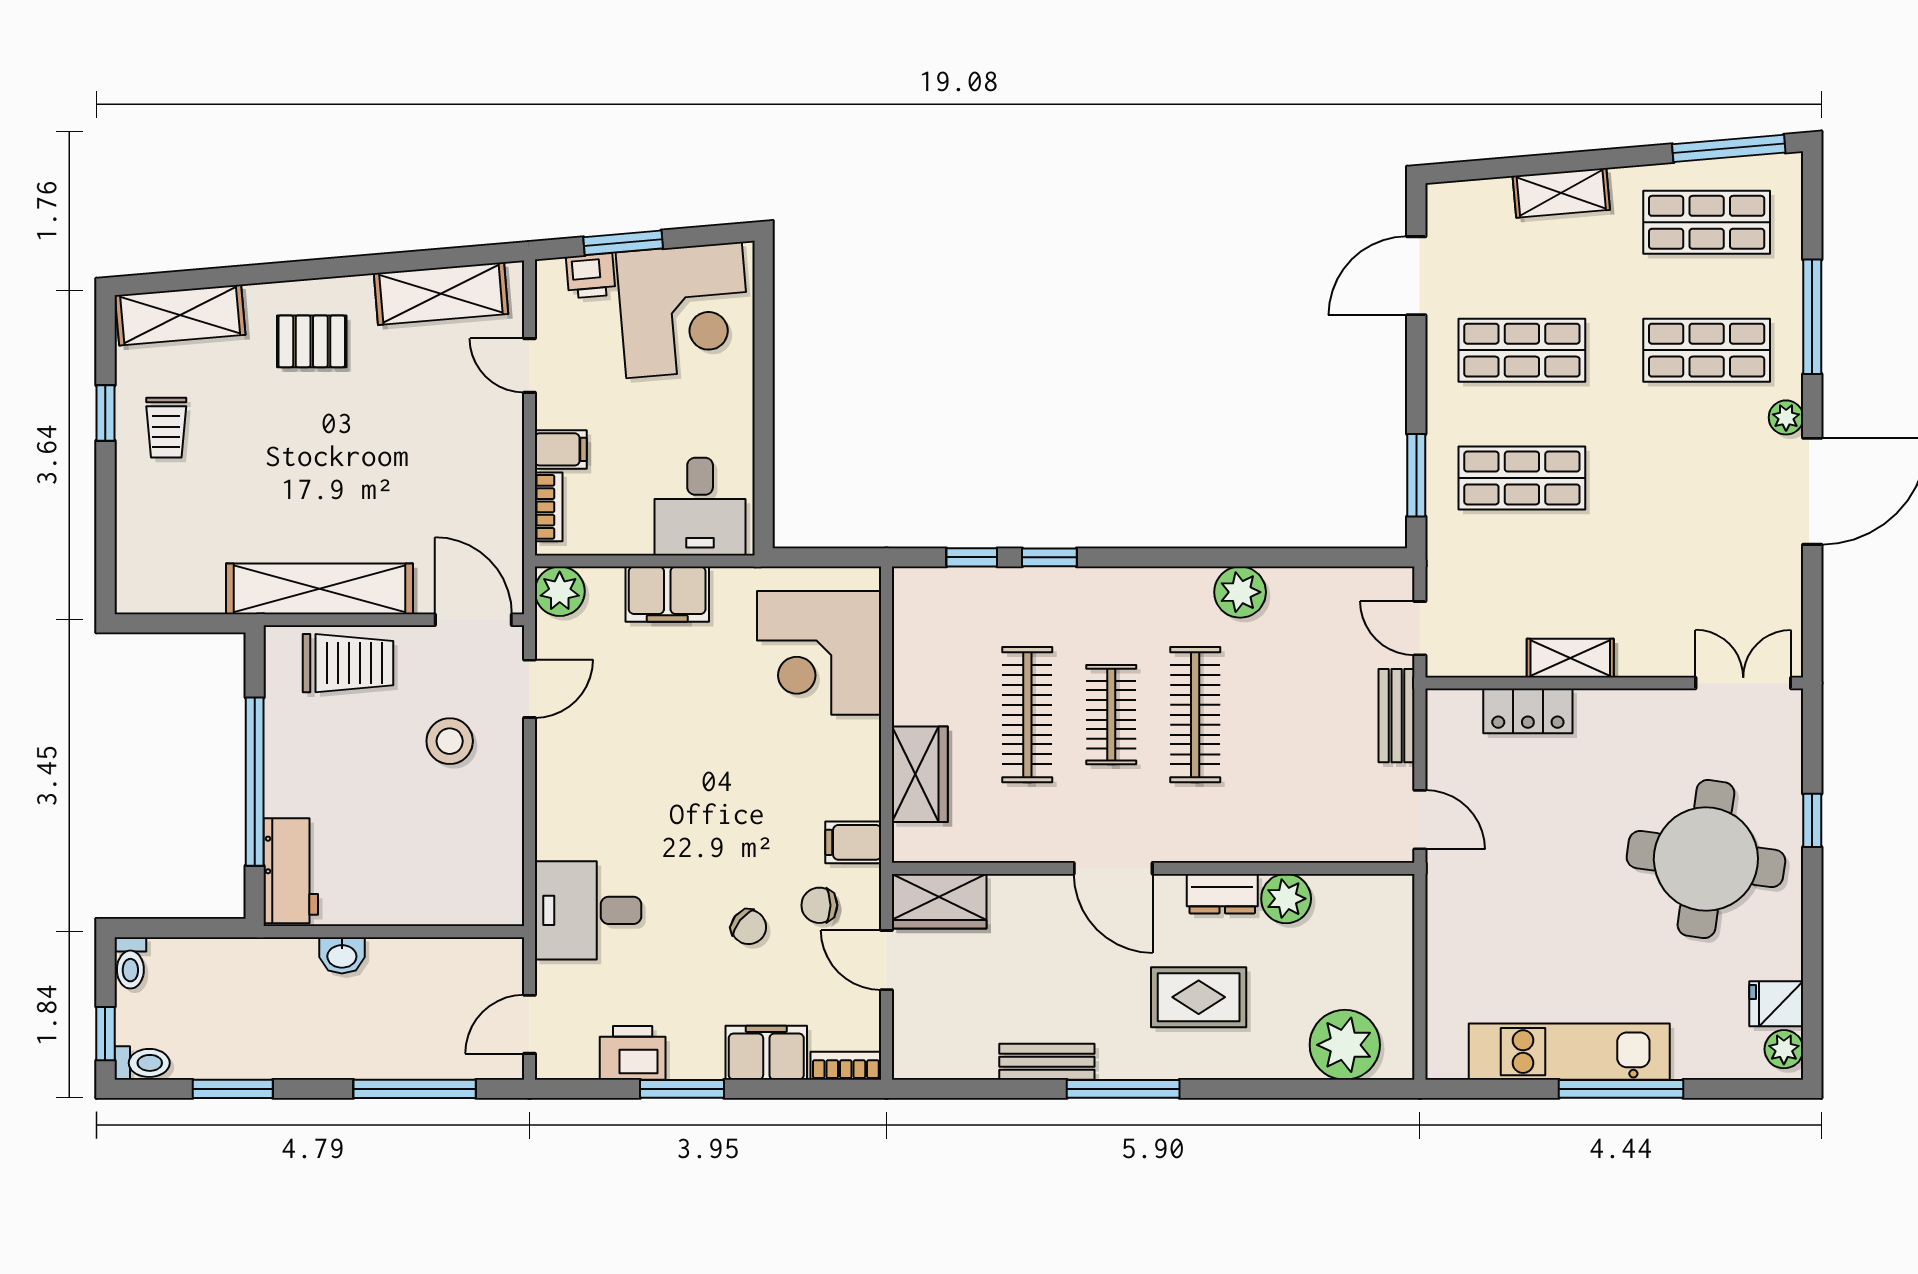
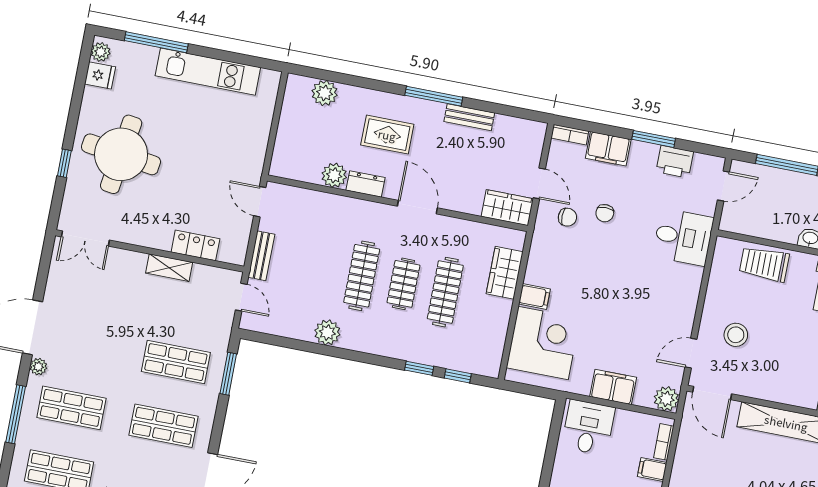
trolley: (348, 663) -> (764, 264), moved
filing cabinet: (853, 842) -> (534, 297), moved
chair: (749, 927) -> (605, 213), turned -129
plant: (1345, 1045) -> (325, 93), width x0.73, depth x0.73
window: (1621, 1089) -> (156, 42), moved

